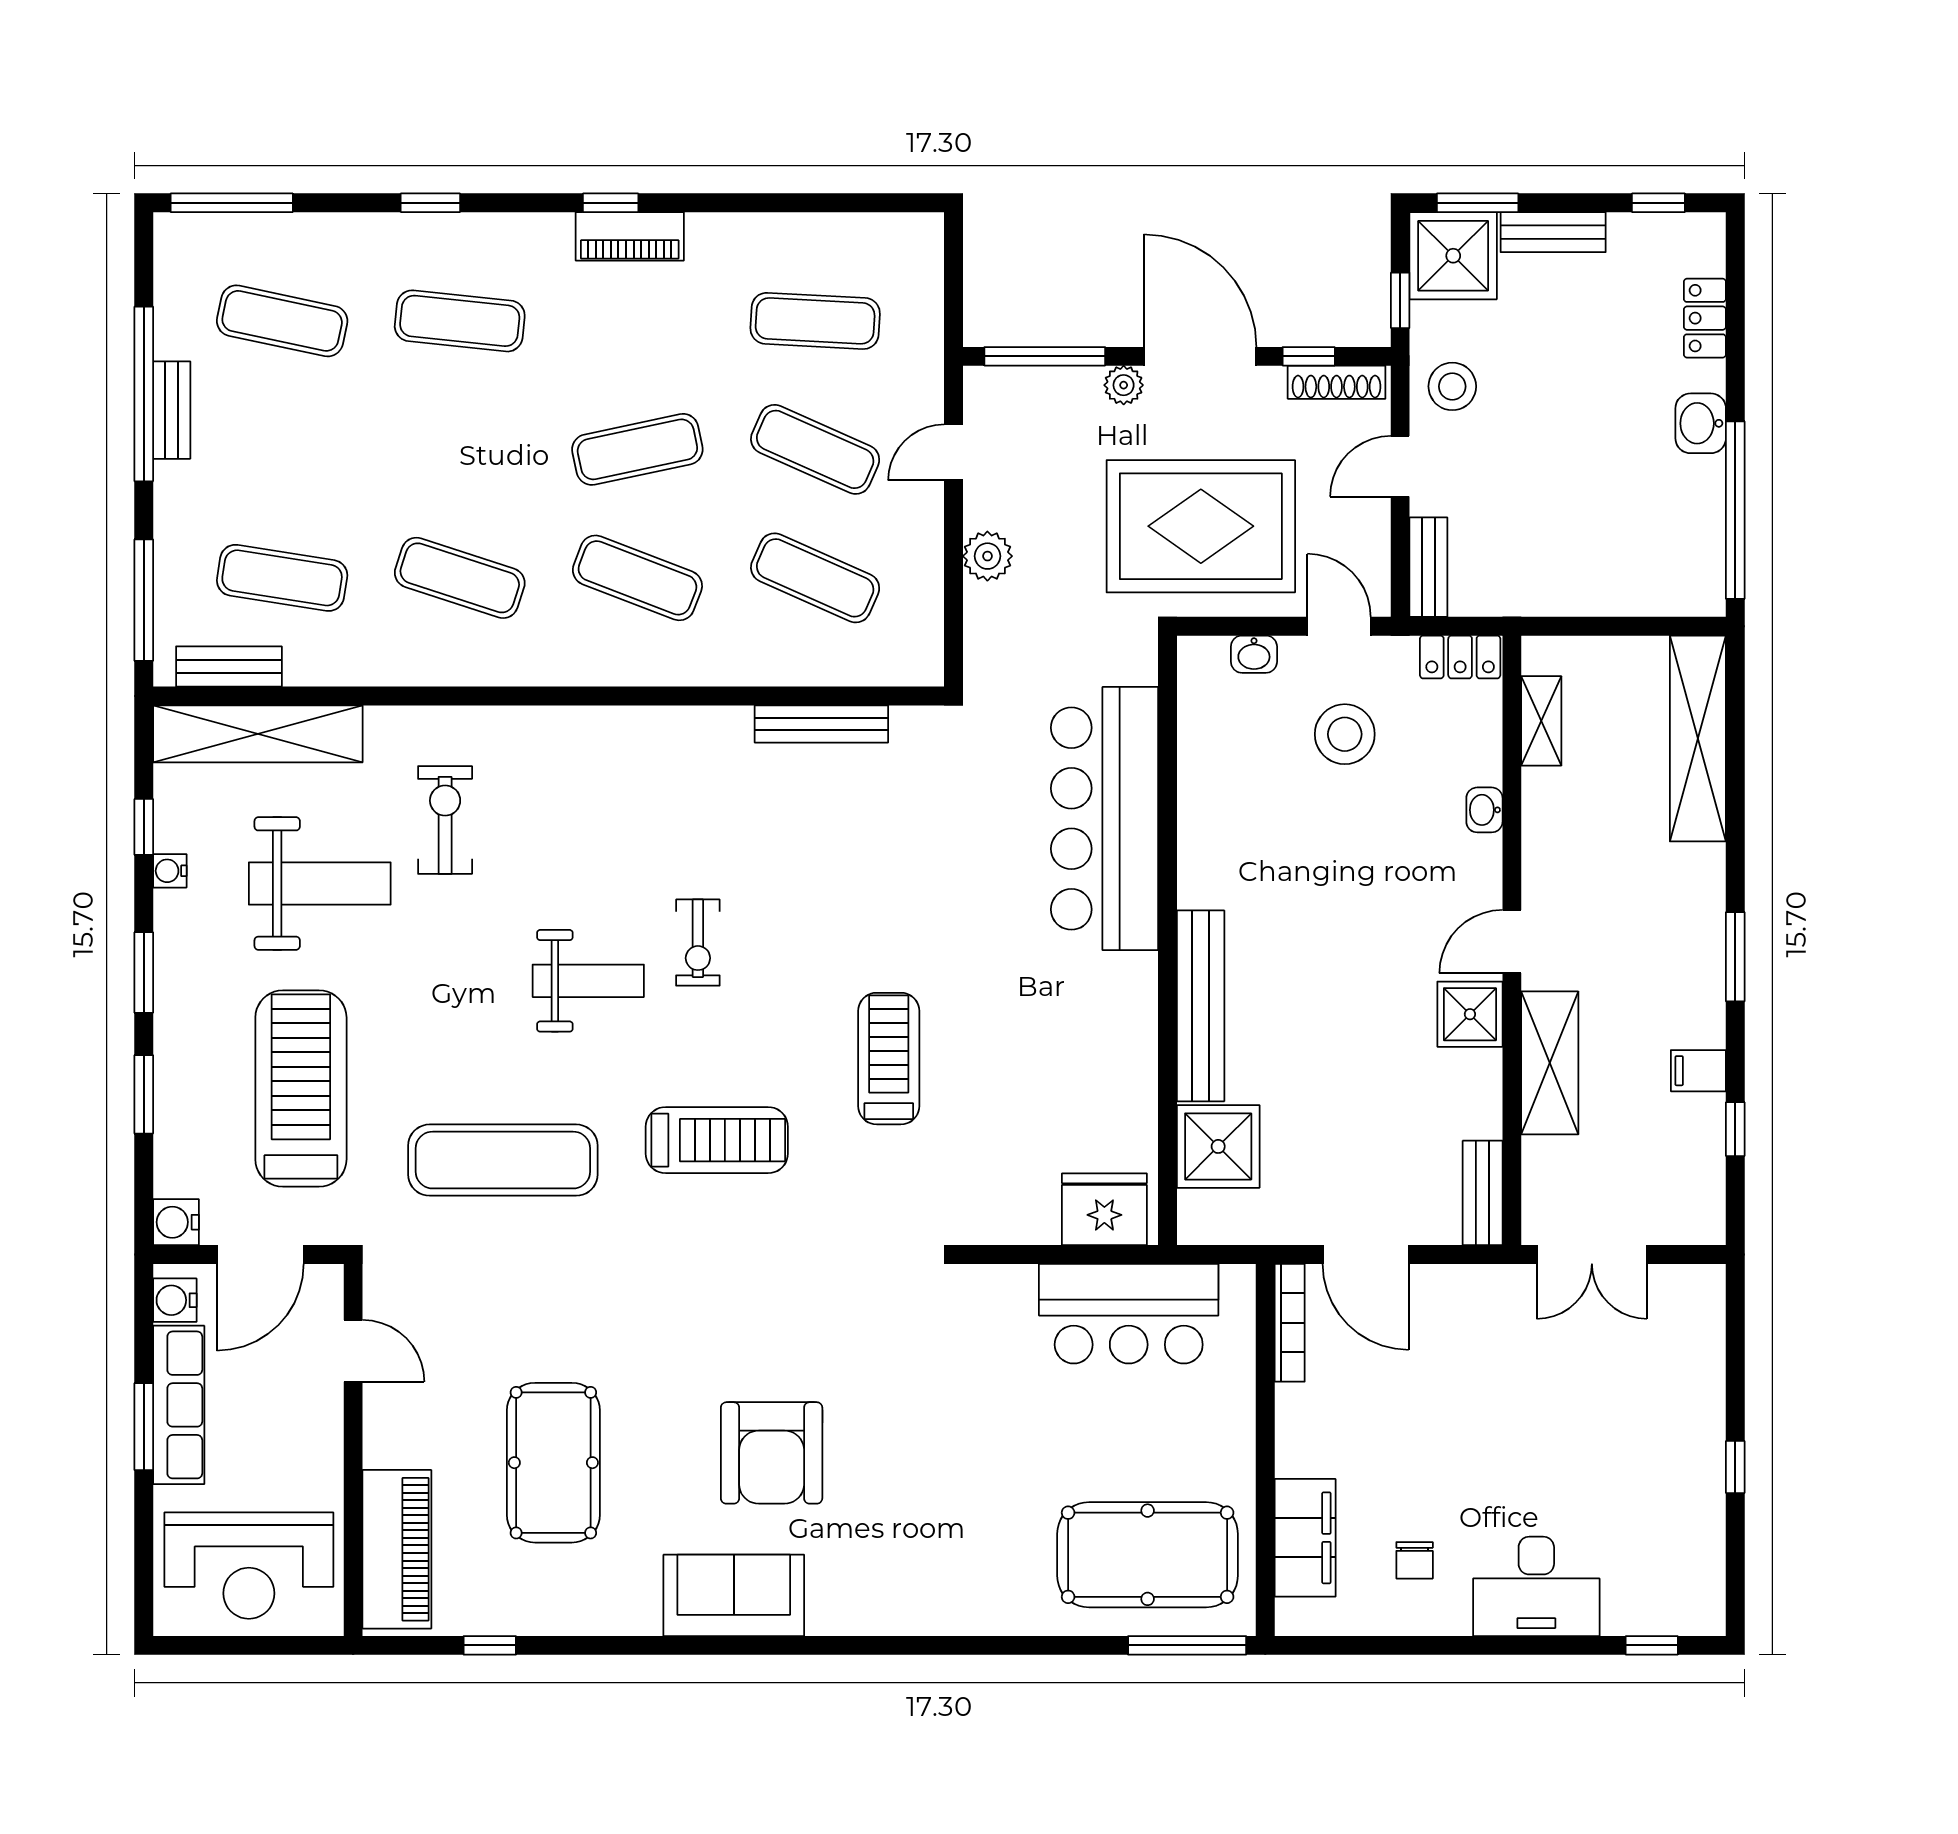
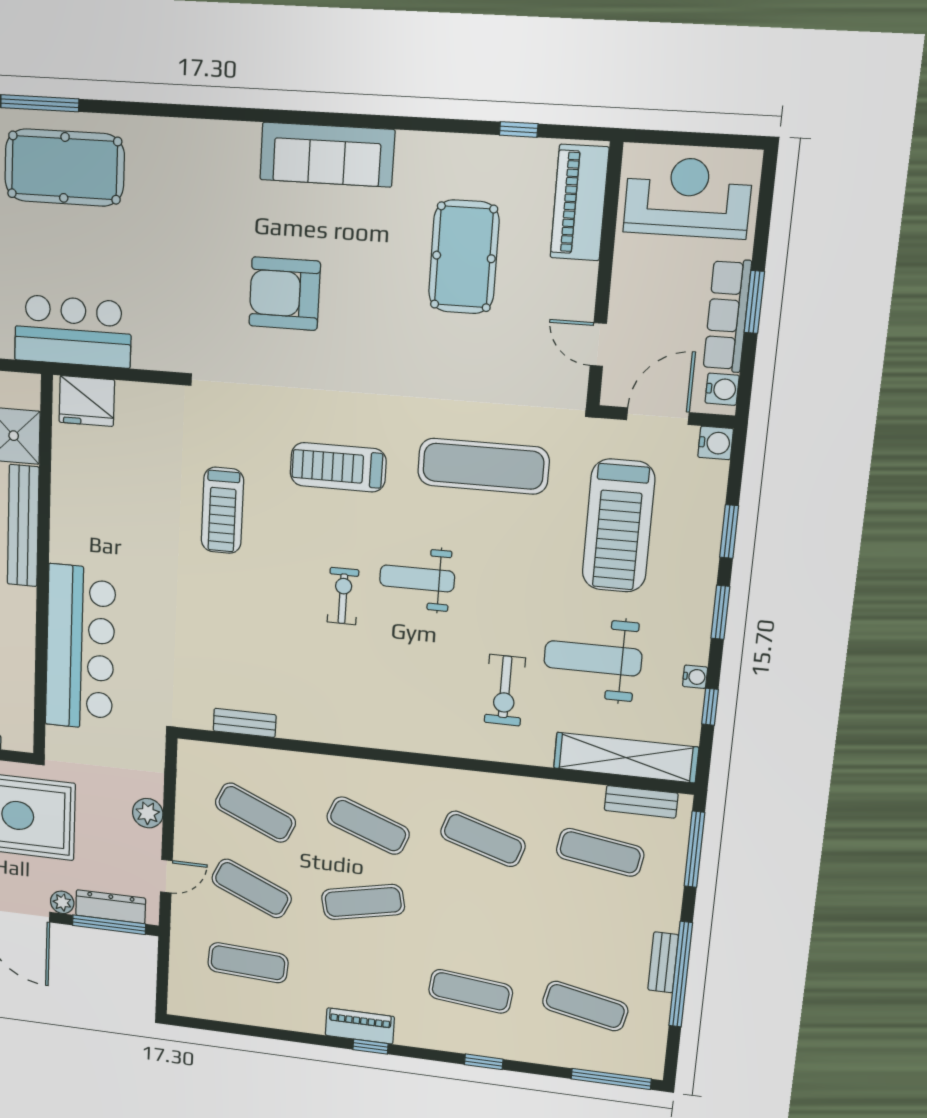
dresser: (1043, 388) -> (111, 907), added
bench: (821, 724) -> (245, 723), width x0.73
armchair: (772, 1453) -> (285, 294), moved, turned -90
sofa: (734, 1595) -> (327, 155), width x1.36

